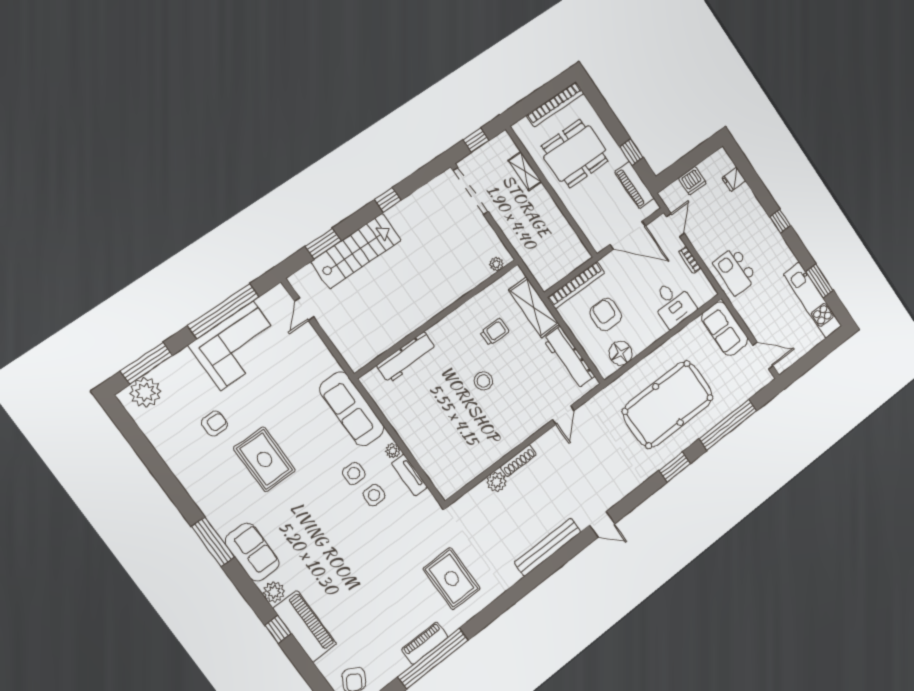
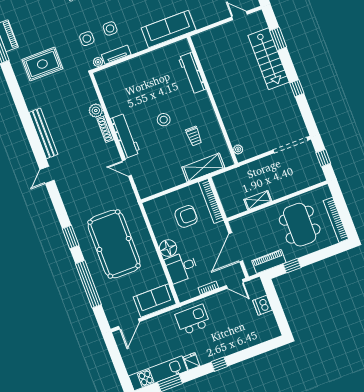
shelving: (525, 171) -> (258, 200), moved
fridge: (734, 179) -> (192, 361), moved
floor lamp: (621, 353) -> (168, 248), moved
workbench: (569, 358) -> (125, 136), moved, turned 90
plant: (393, 451) -> (98, 62), moved
side table: (354, 473) -> (87, 39), moved

